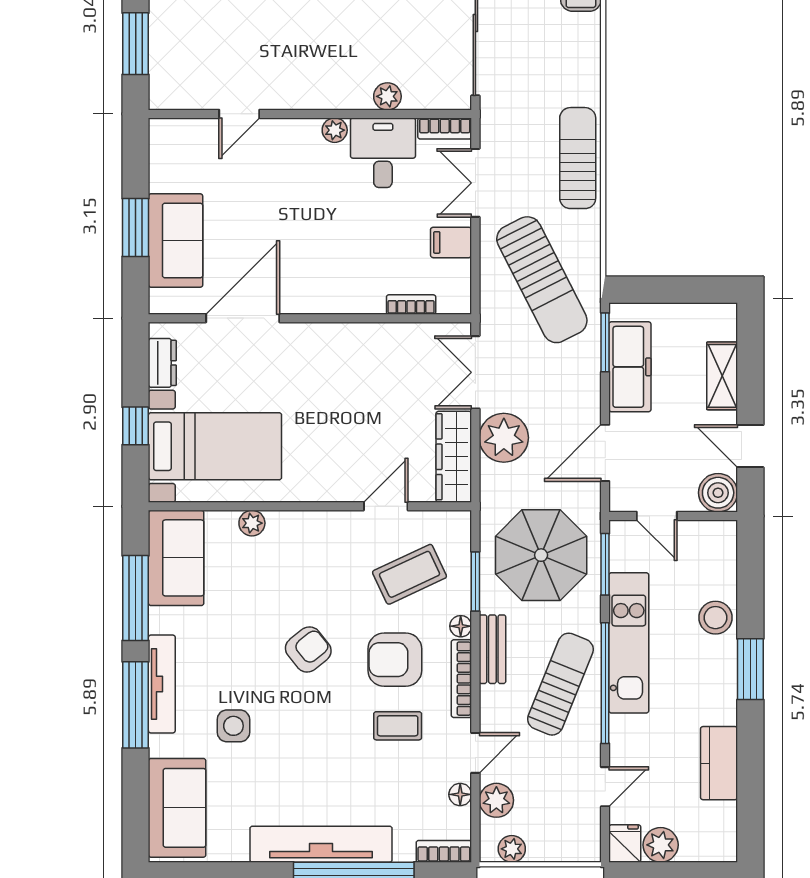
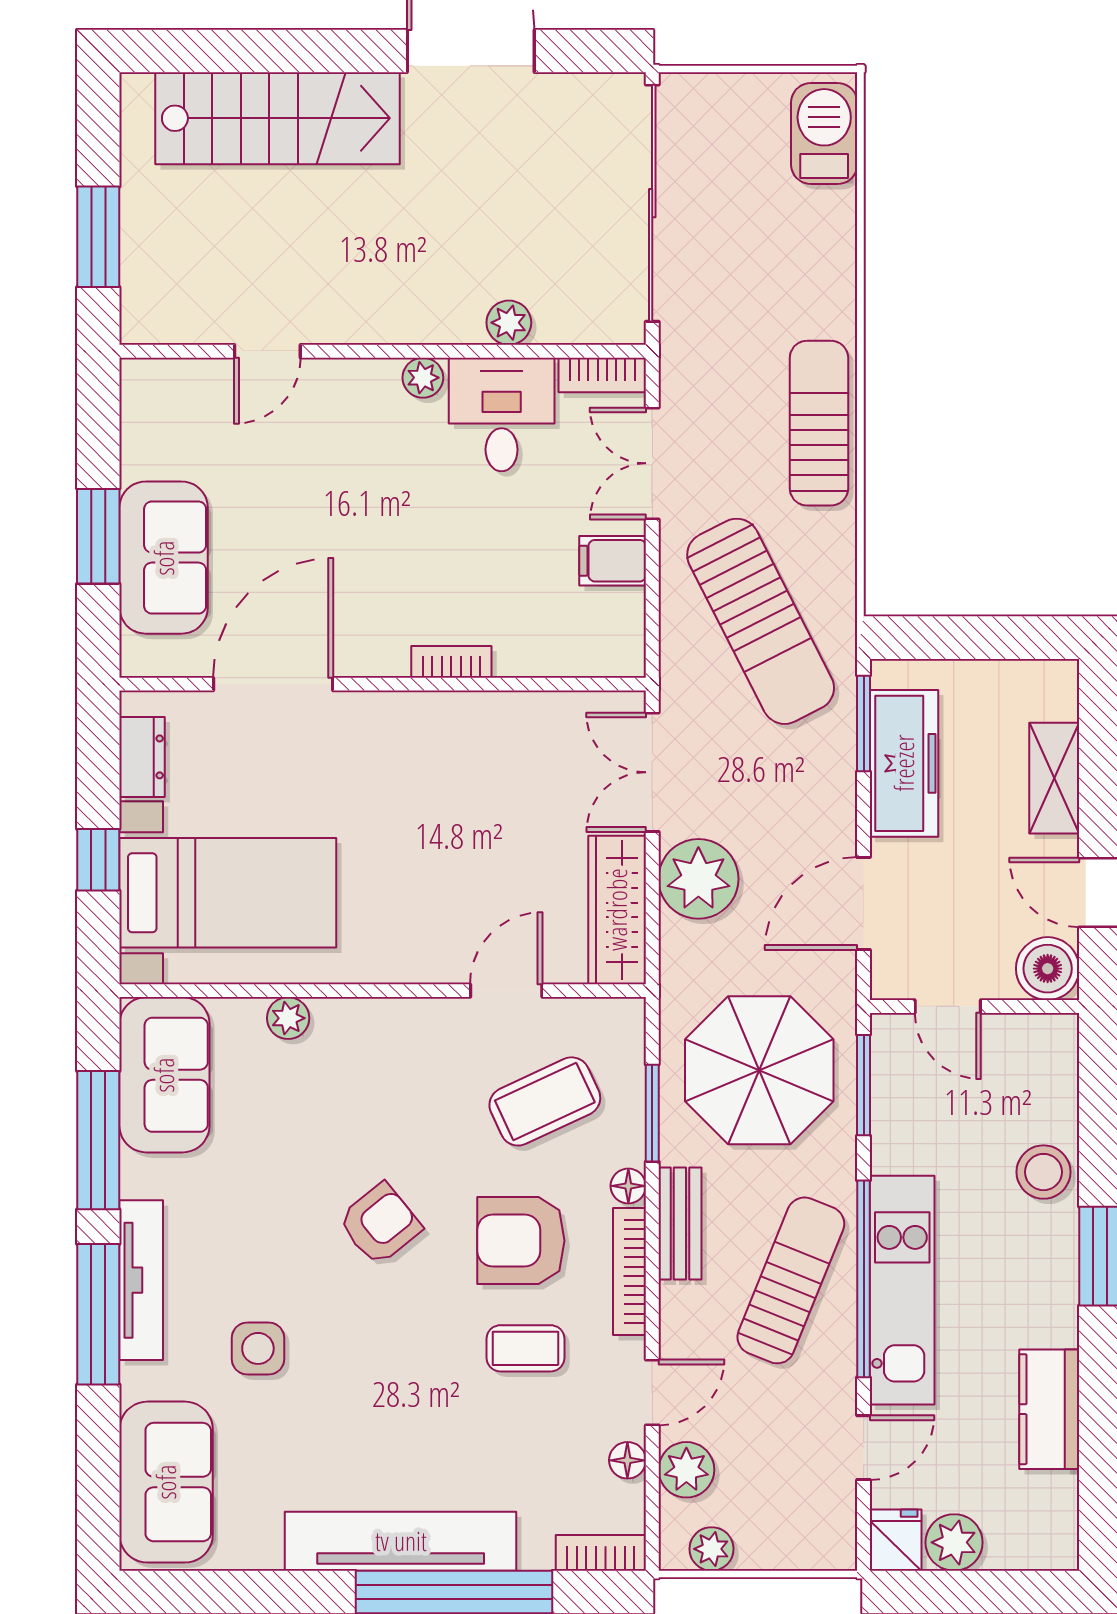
bookcase: (411, 304) -> (451, 662), moved
kitchen unit: (629, 643) -> (902, 1290), moved

